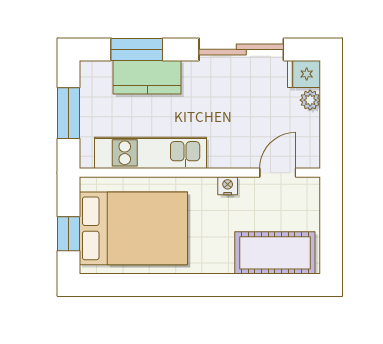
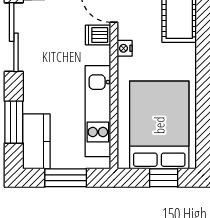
kitchen counter: (147, 77) -> (36, 141), moved
dishwasher: (244, 153) -> (98, 35), added

